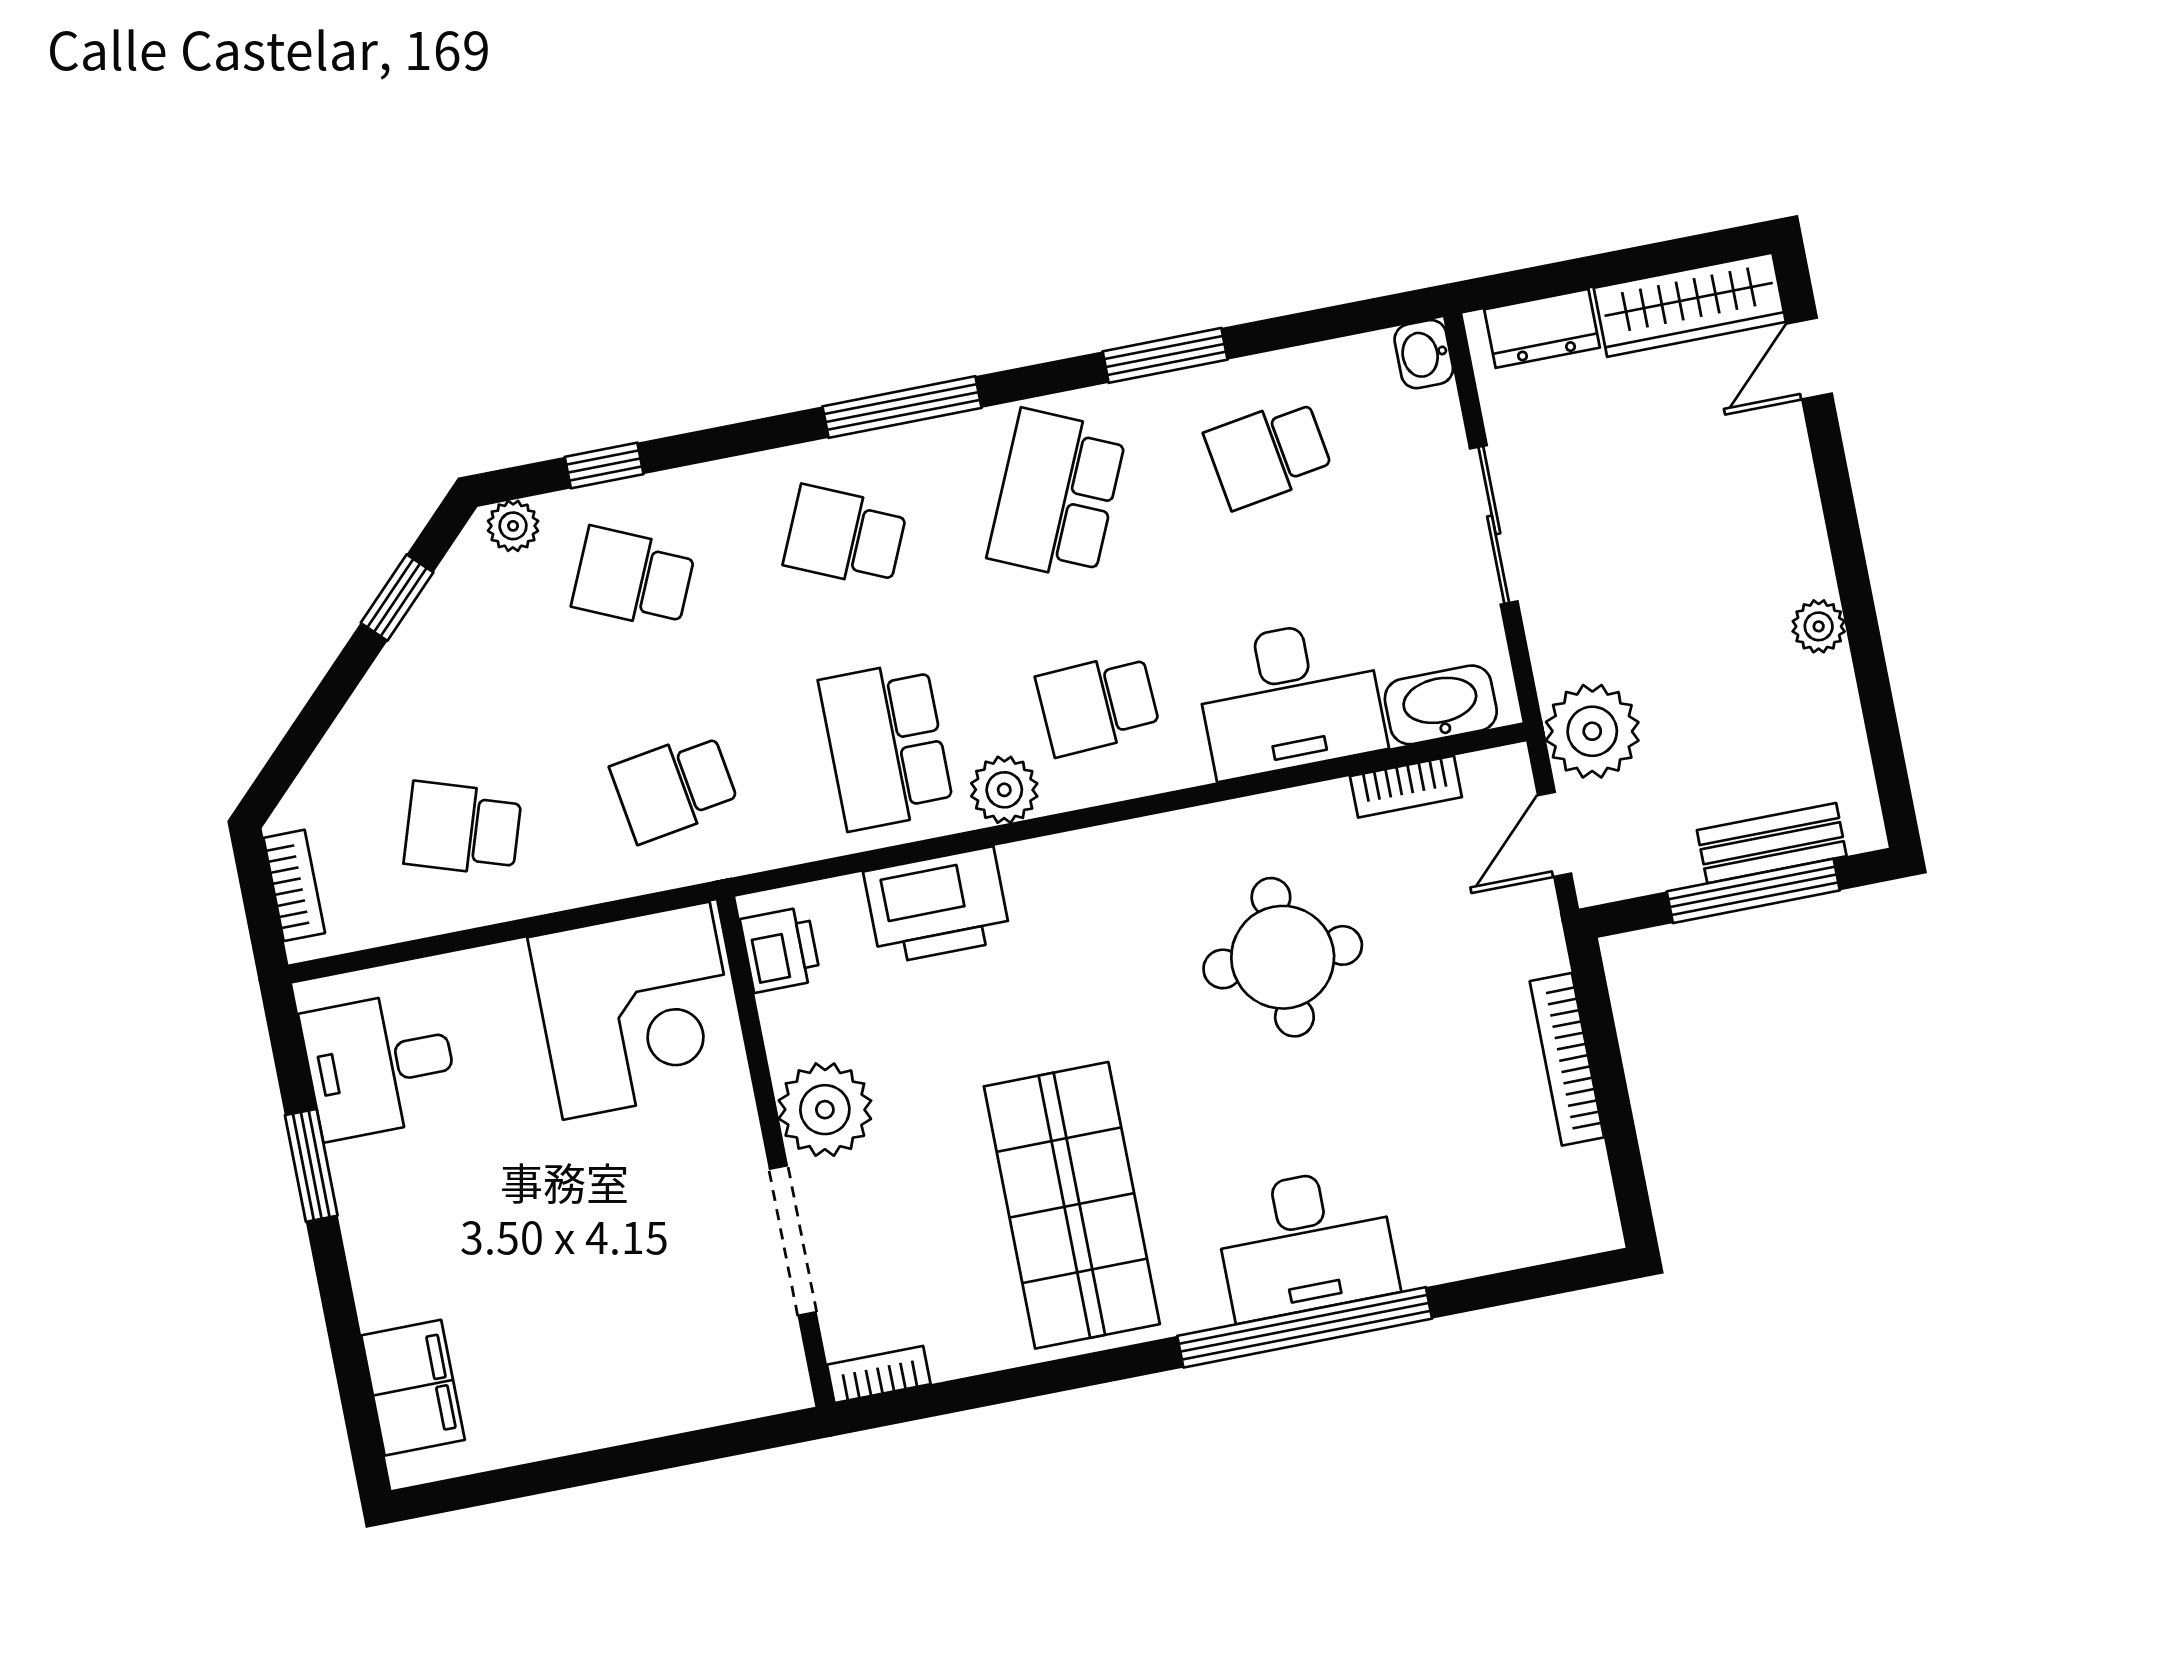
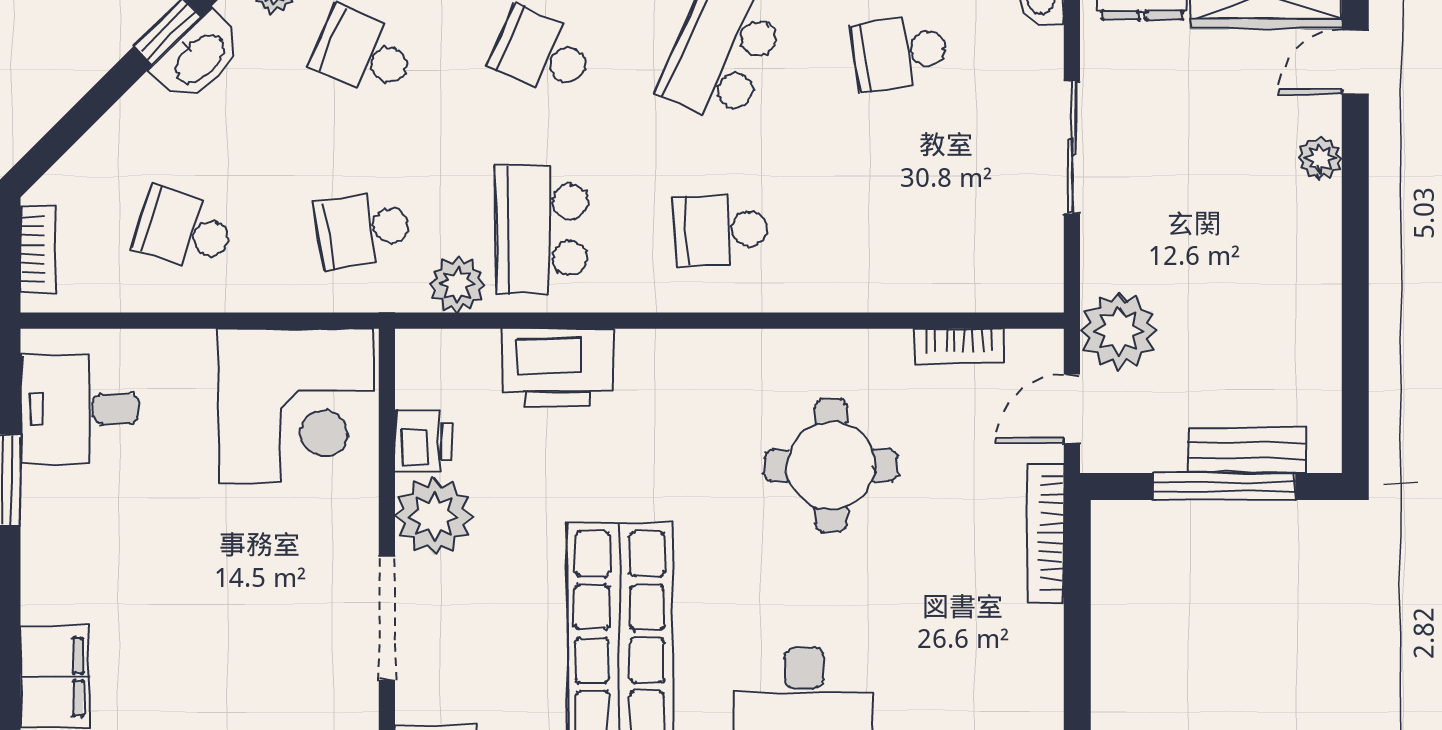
plant: (1819, 626) -> (1320, 158), moved
desk: (1290, 698) -> (878, 256), removed
washbasin: (1441, 705) -> (199, 58), moved, turned 135
plant: (1004, 790) -> (457, 285), moved
printer: (780, 950) -> (423, 442), moved
bookcase: (1567, 1059) -> (1046, 533), moved

